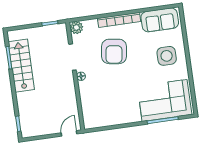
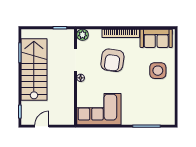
stairs: (21, 66) -> (34, 69), width x1.36, depth x1.51
corner sofa: (165, 100) -> (99, 109), moved
door: (69, 133) -> (42, 126), moved

